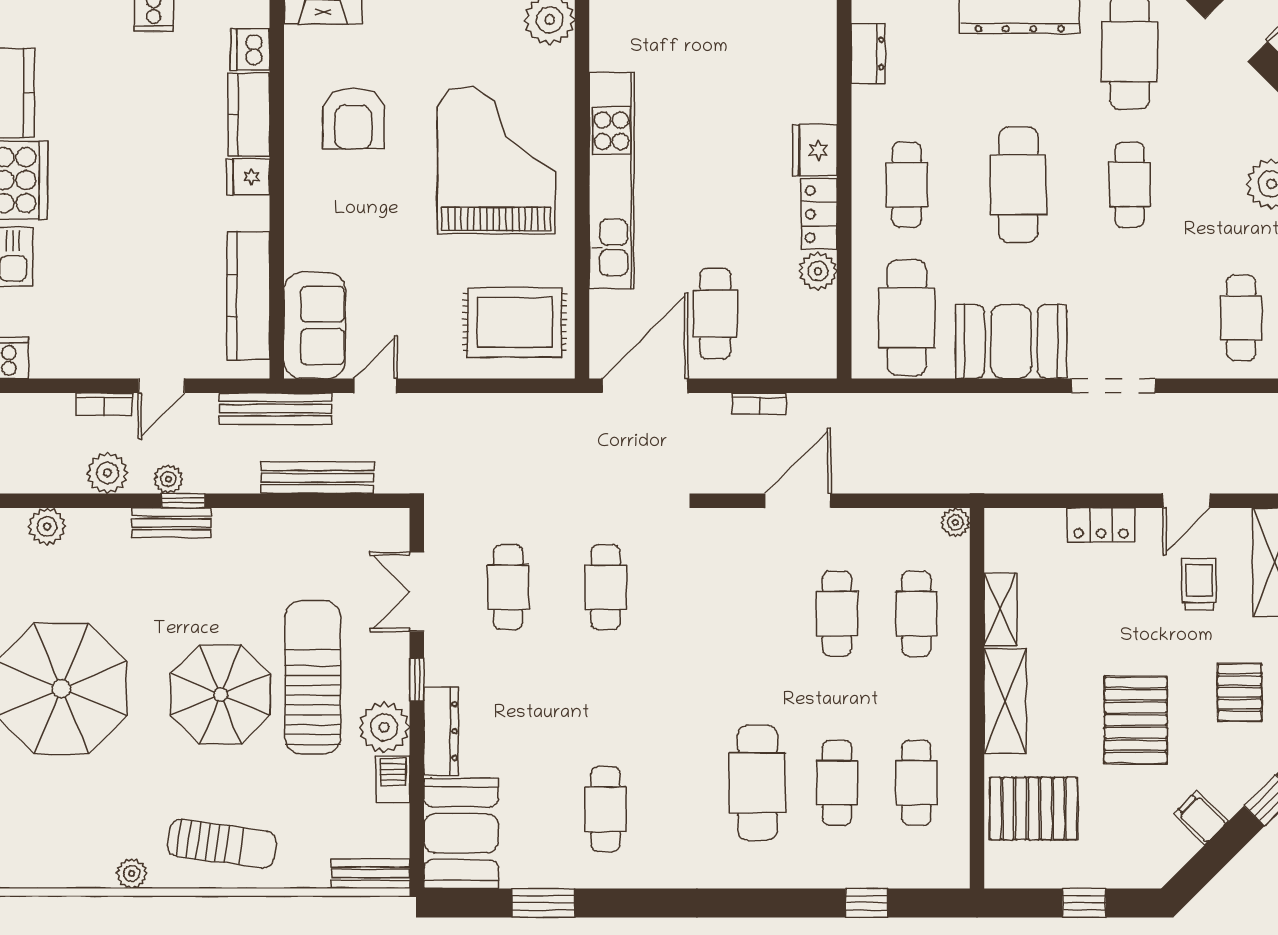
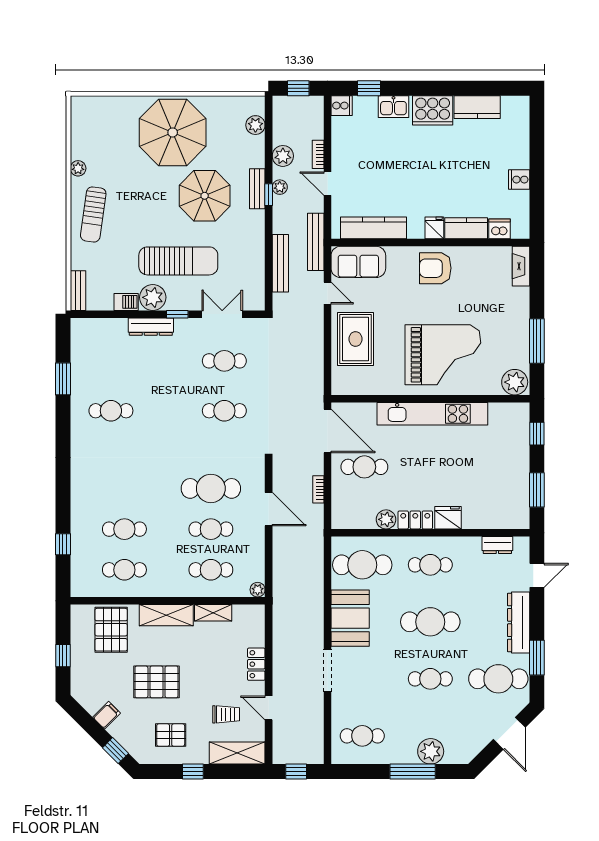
armchair: (353, 119) -> (435, 268), moved
rug: (515, 322) -> (355, 339), moved
parasol: (220, 695) -> (205, 196), moved
cafe table: (757, 783) -> (211, 488), moved
booth: (461, 833) -> (99, 337), removed

